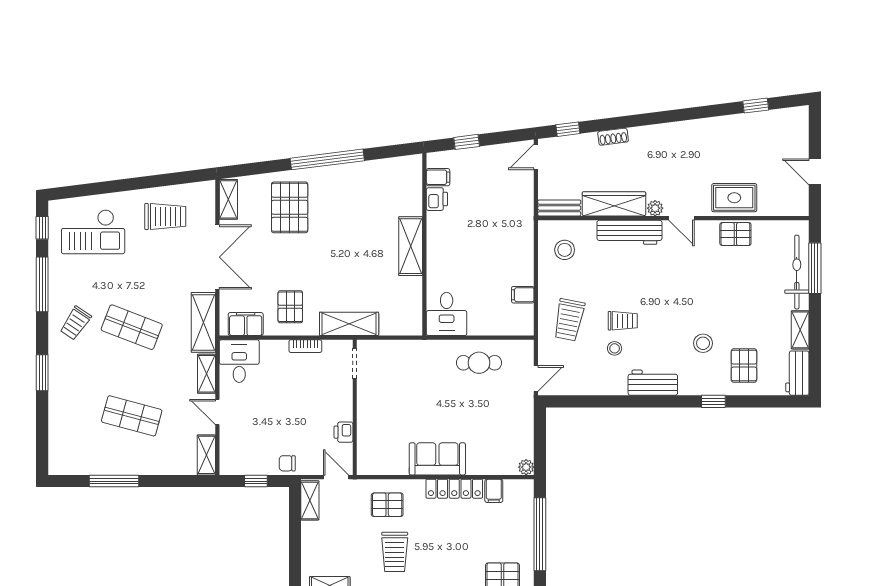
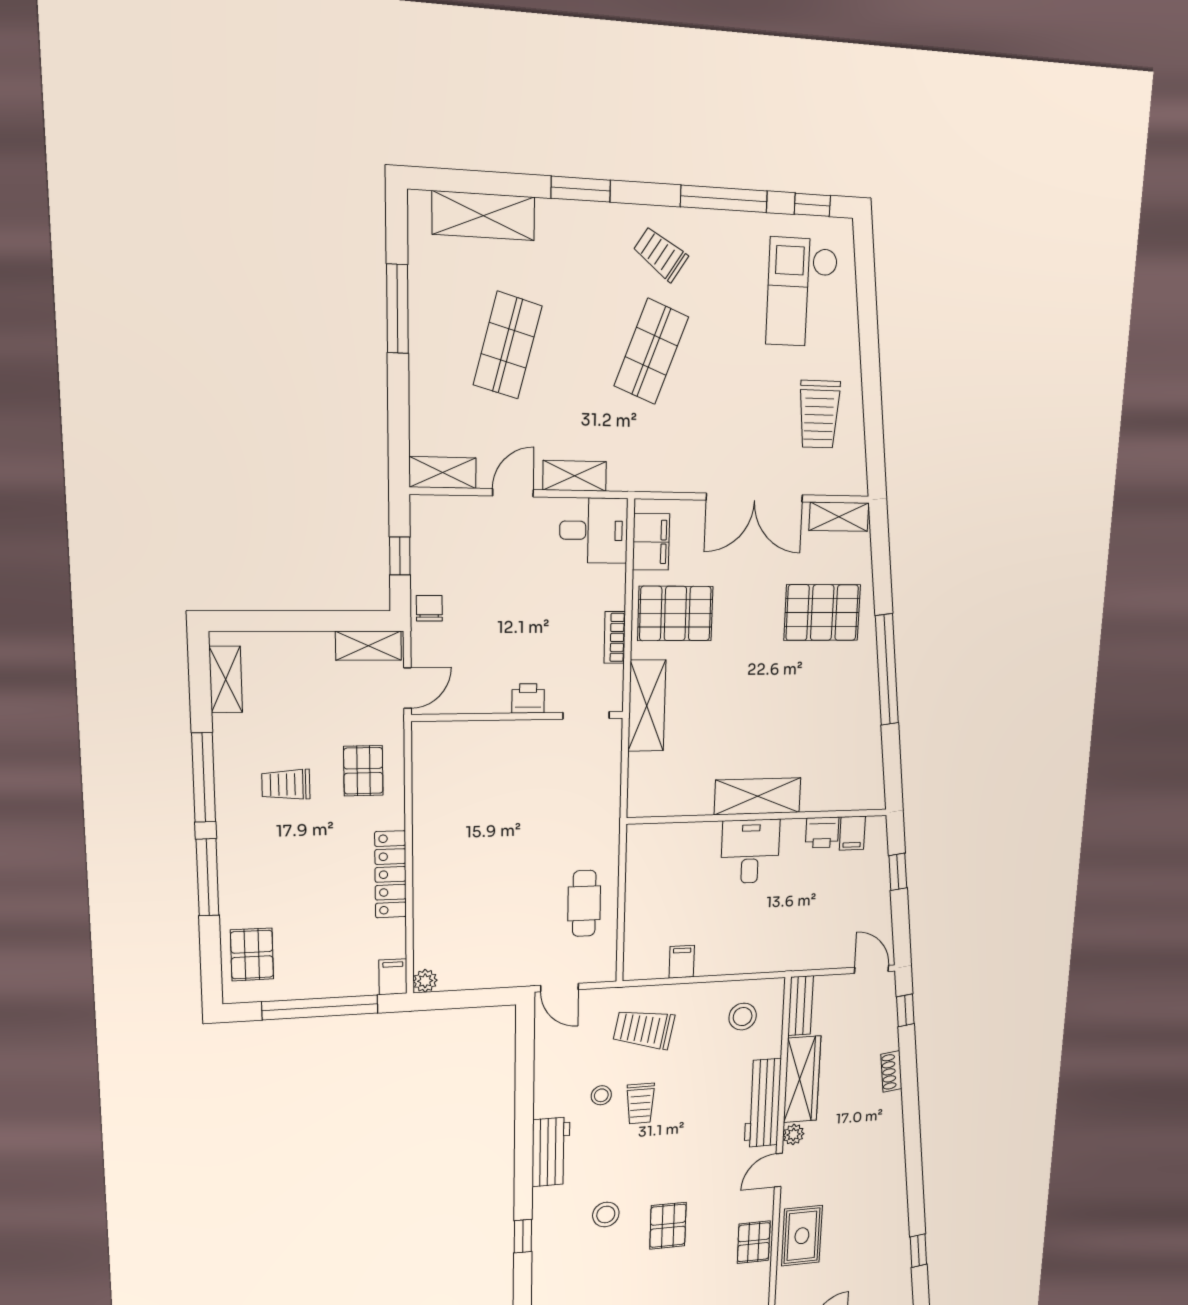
pallet: (290, 307) -> (675, 613), width x1.50, depth x1.42
desk: (447, 314) -> (750, 851), moved, turned 90
shelving: (203, 322) -> (483, 216), moved
pallet: (744, 366) -> (668, 1226), moved, turned 90
printer: (343, 432) -> (528, 698), moved
sofa: (437, 459) -> (437, 847), removed
filing cabinet: (494, 491) -> (393, 977), moved, turned 90
trolley: (395, 552) -> (286, 785), width x0.73, depth x0.72

